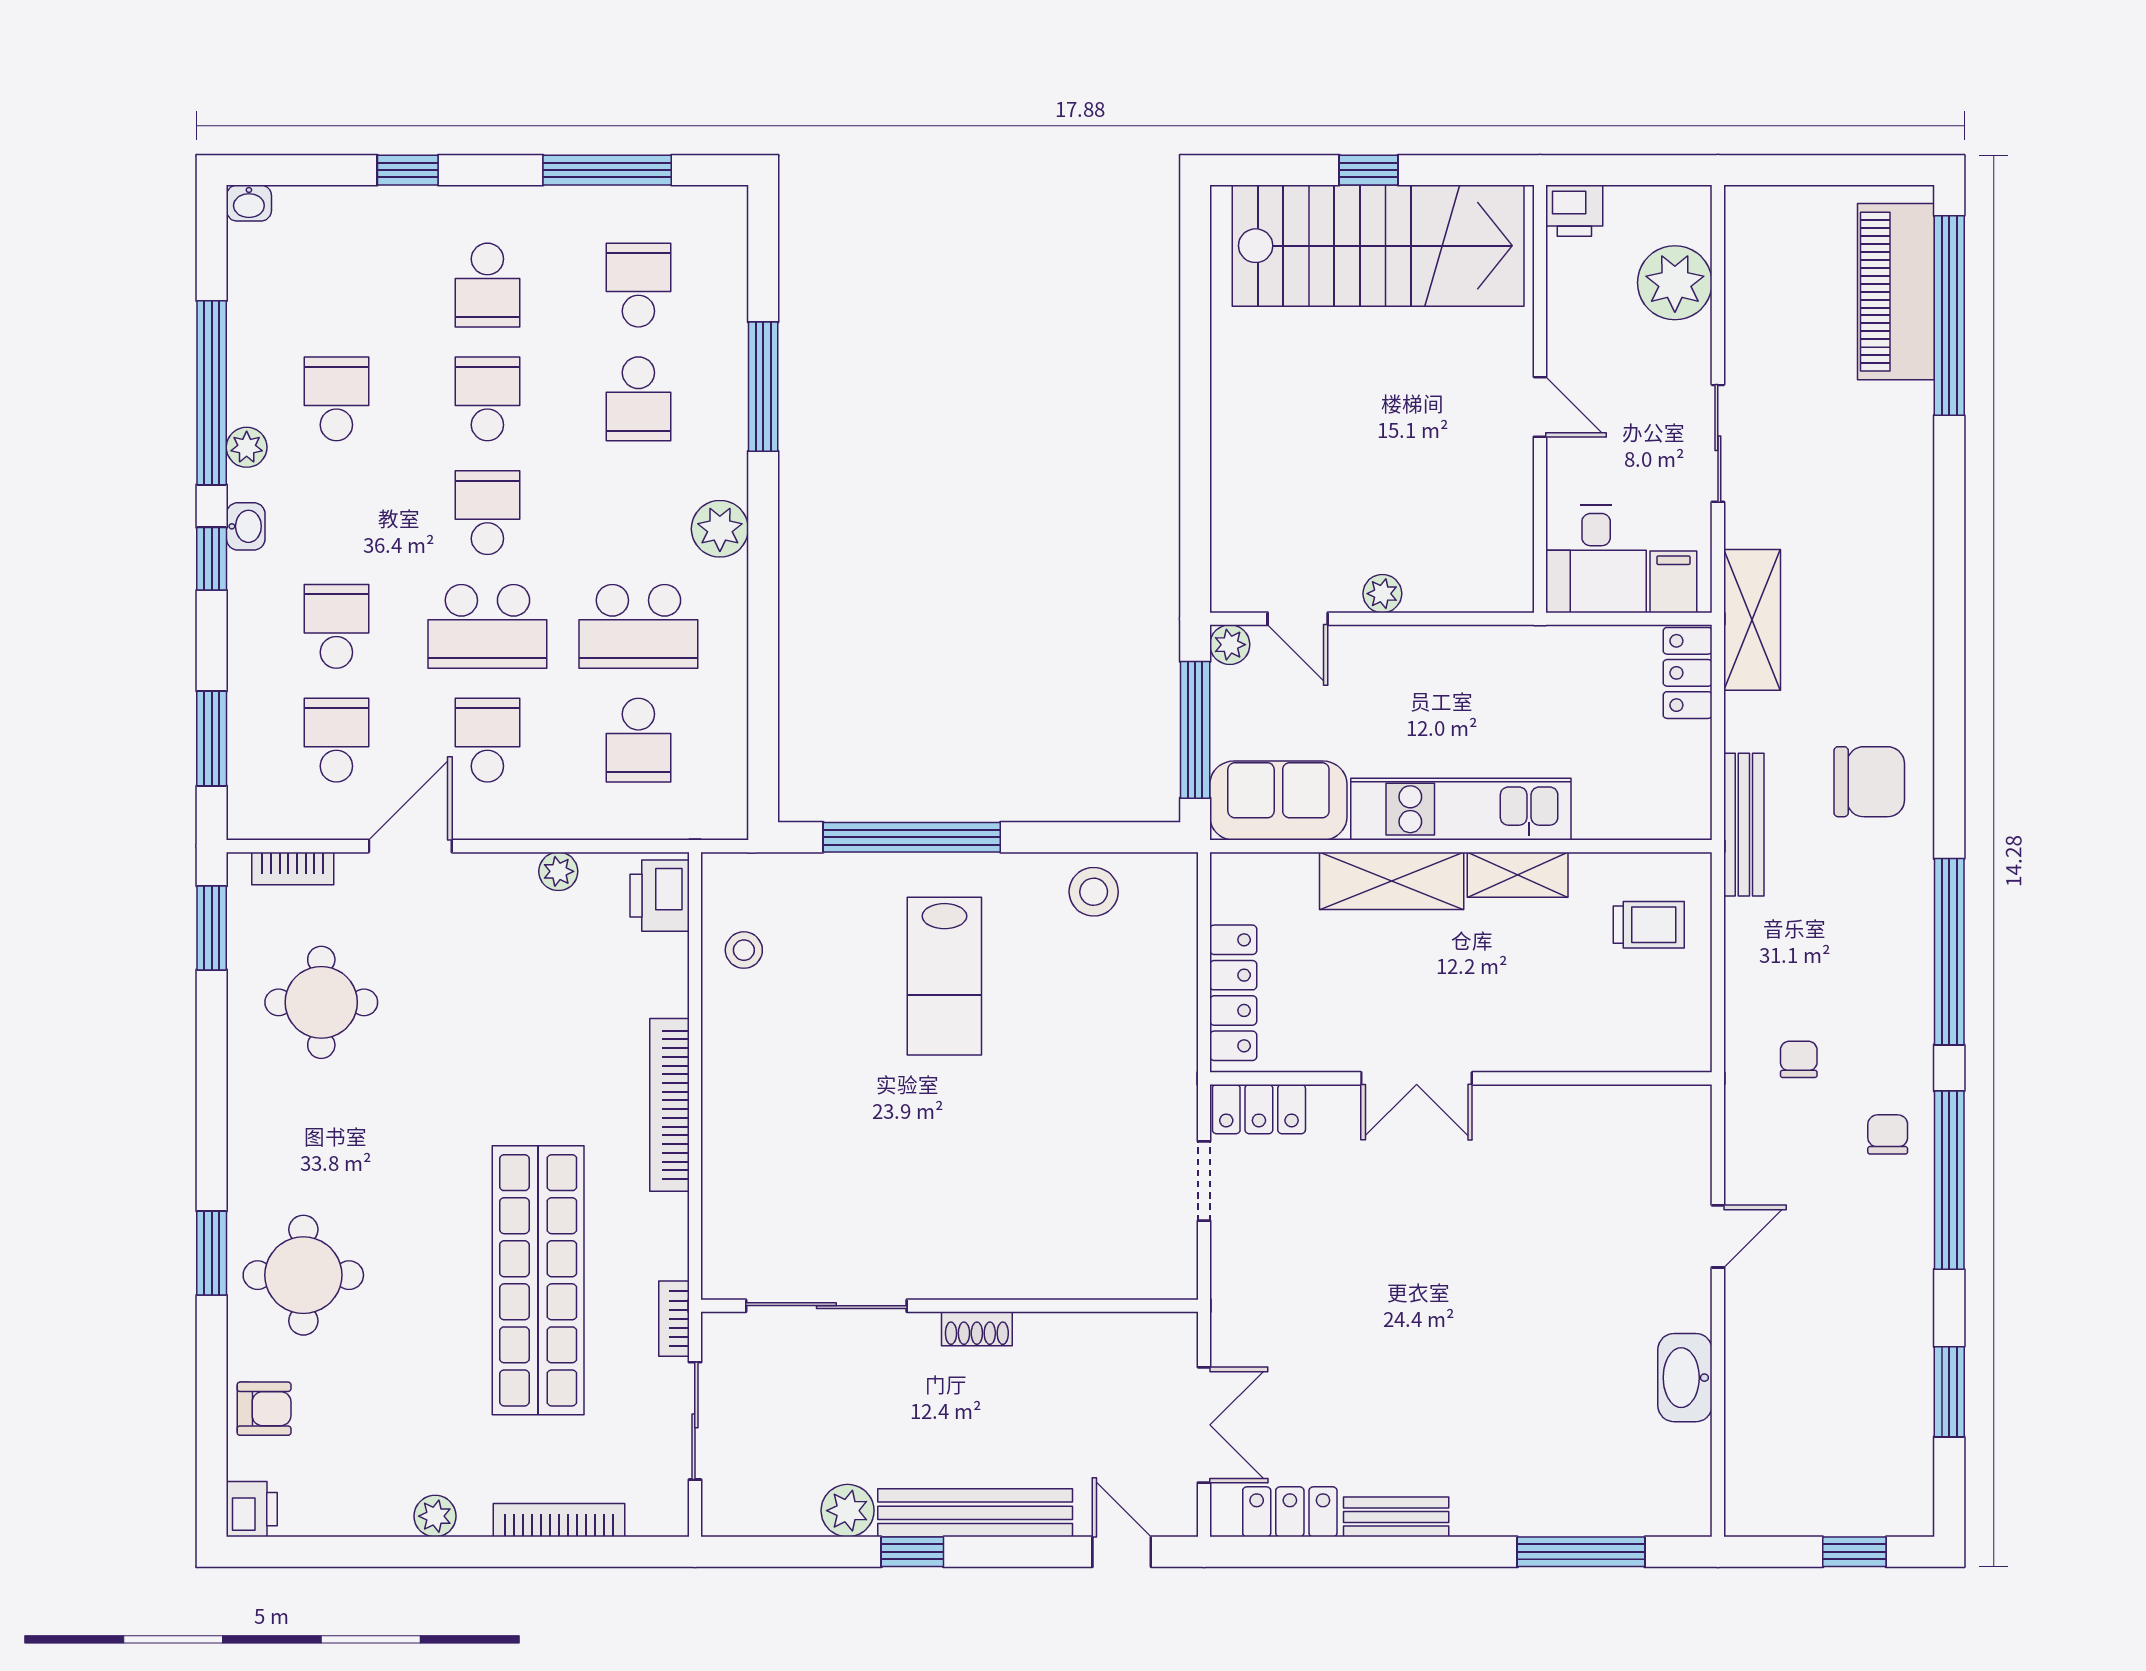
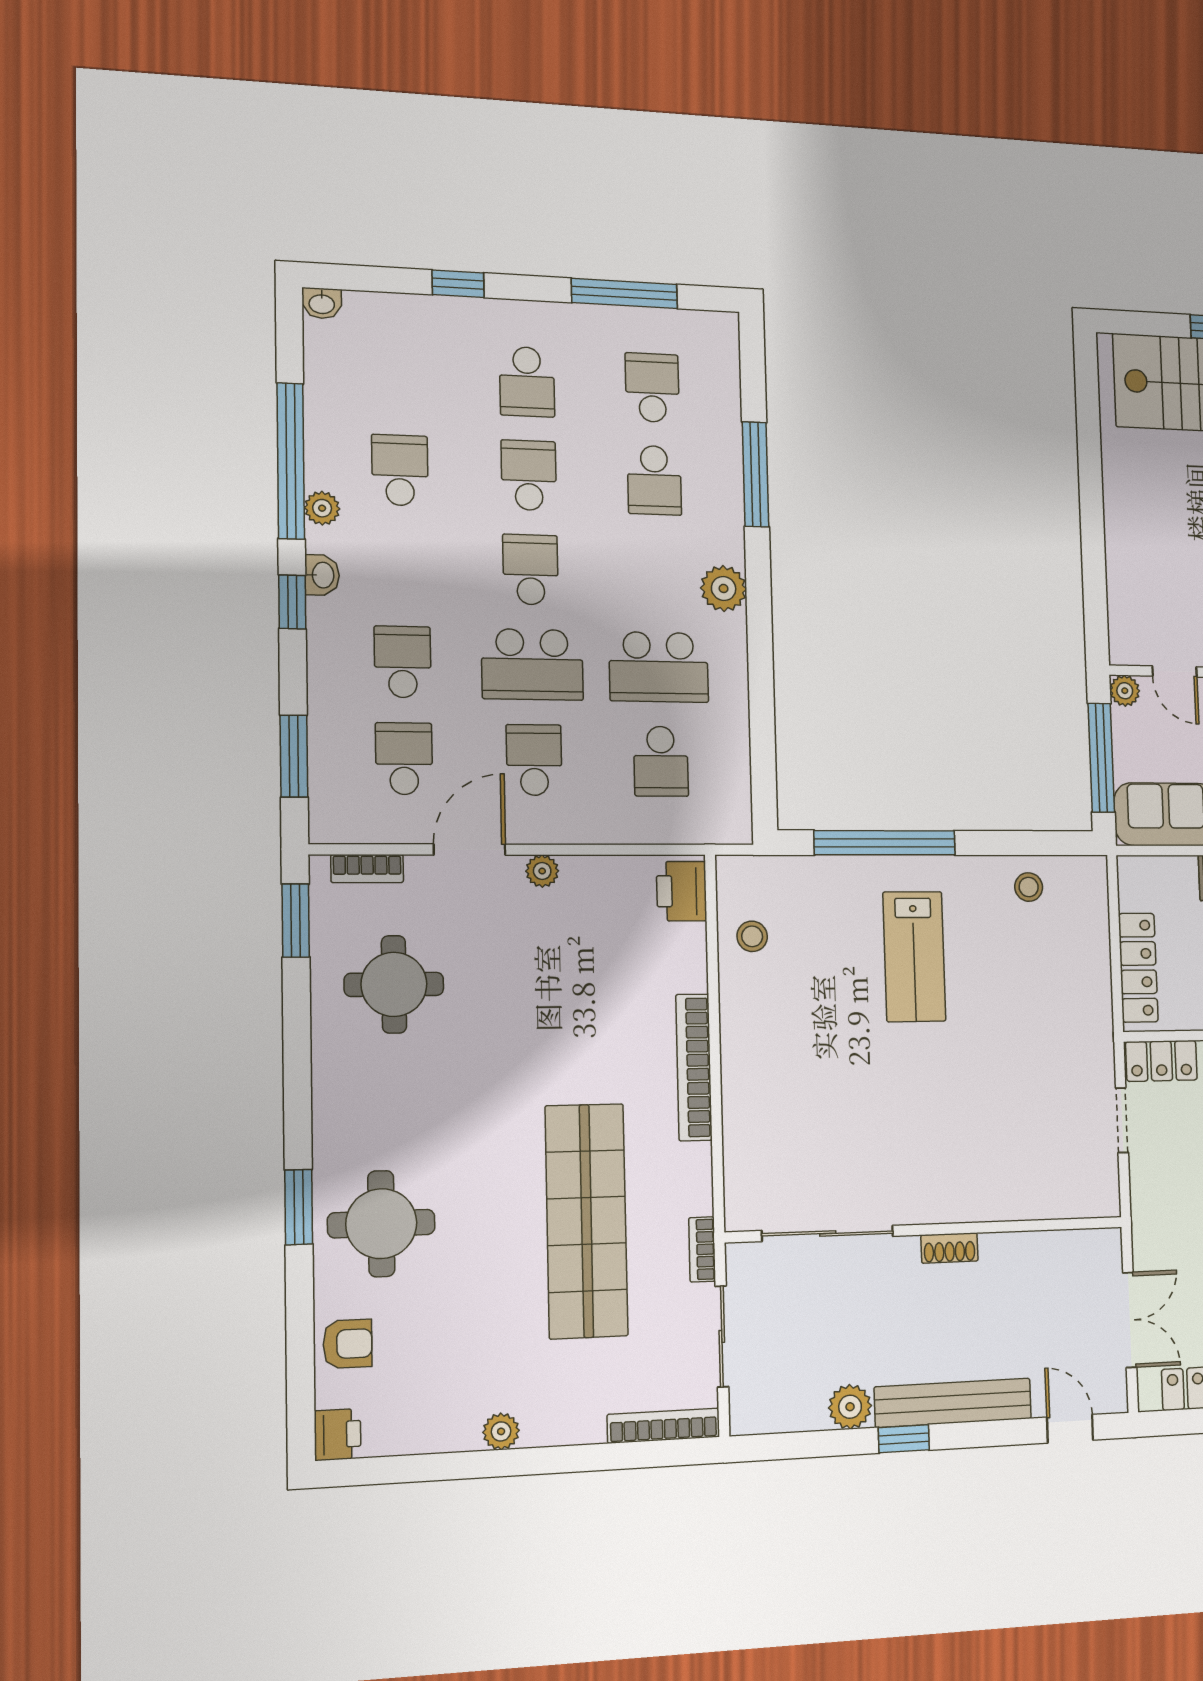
plant: (558, 871) -> (542, 871), moved
stool: (1094, 892) -> (1029, 887), width x0.73, depth x0.73
bookcase: (559, 1520) -> (664, 1426), moved

